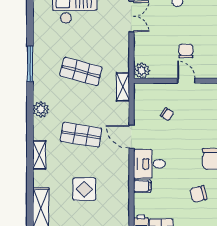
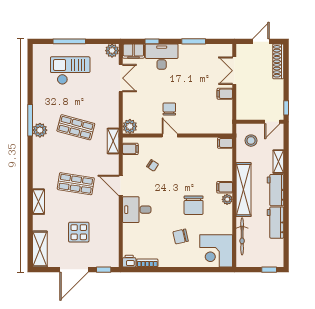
plant: (41, 109) -> (40, 130), moved
filing cabinet: (142, 186) -> (130, 149), moved

